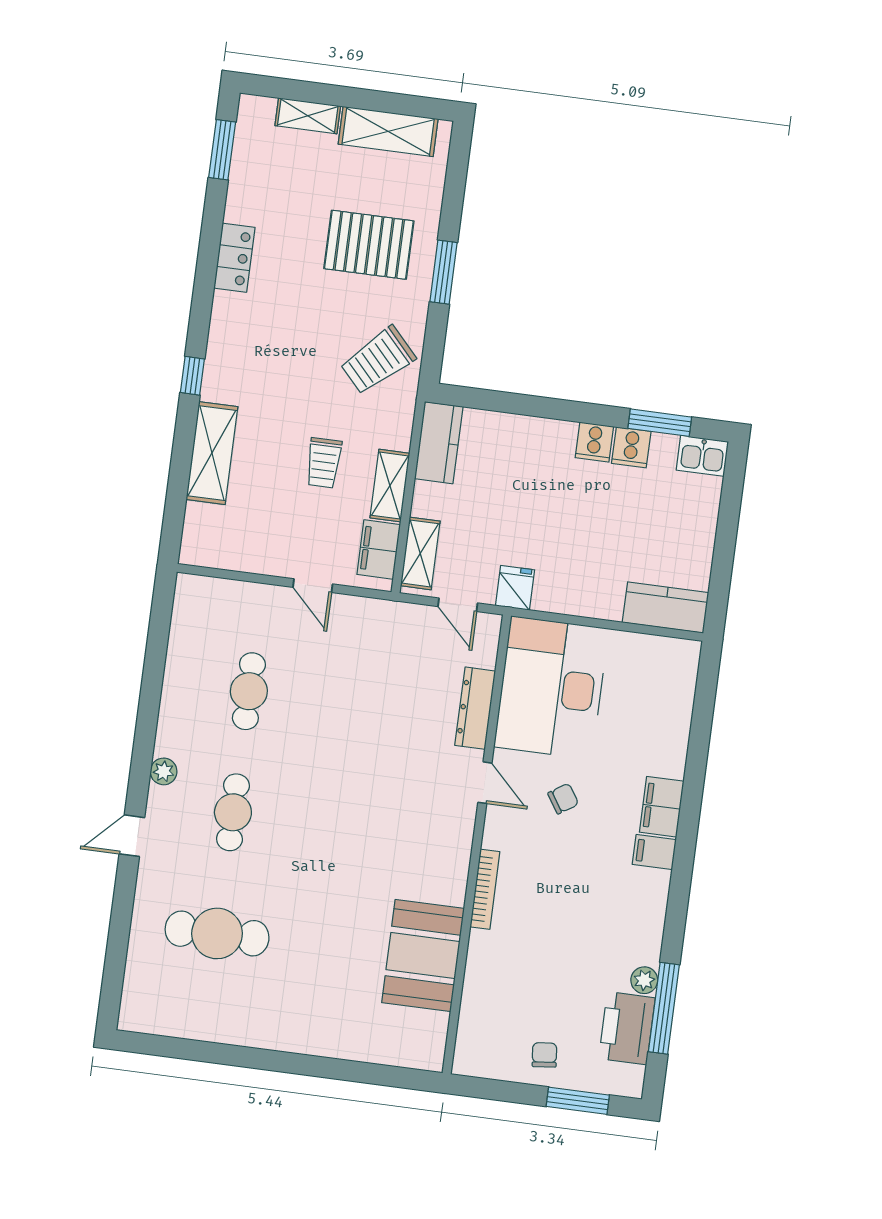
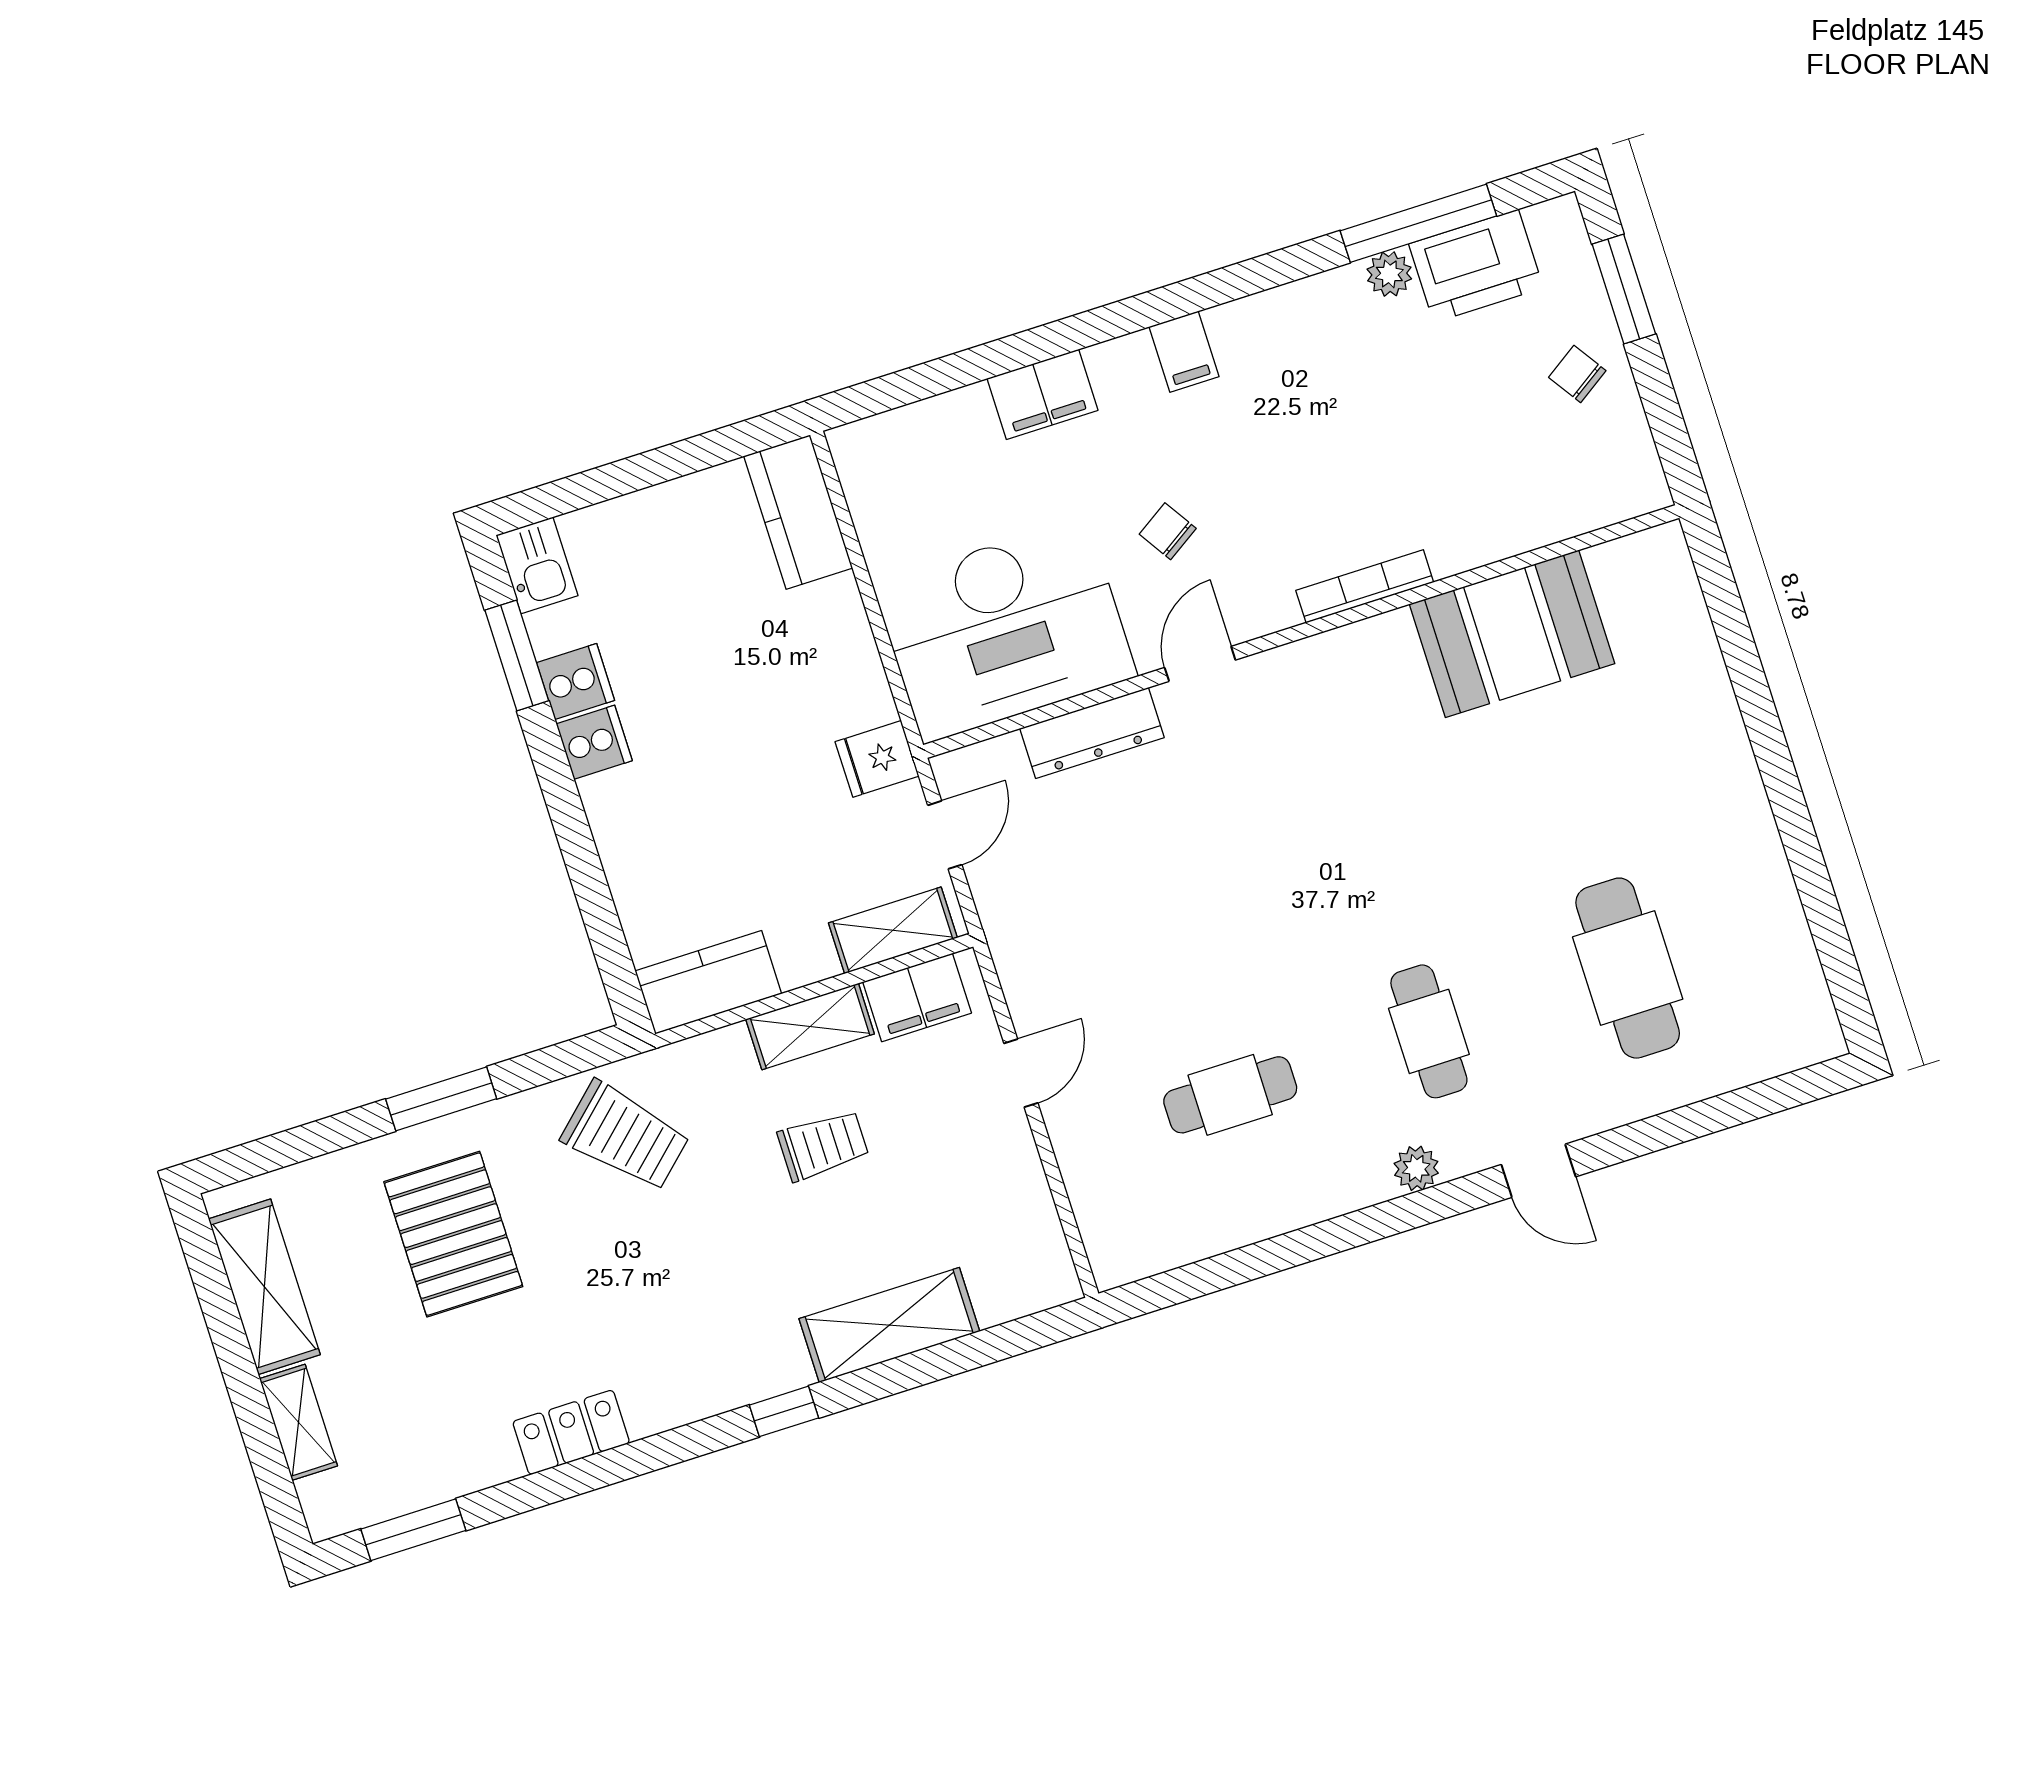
filing cabinet: (662, 807) -> (1042, 394), moved
cafe table: (233, 812) -> (1429, 1031), turned 90
chair: (544, 1055) -> (1577, 374), turned 62

